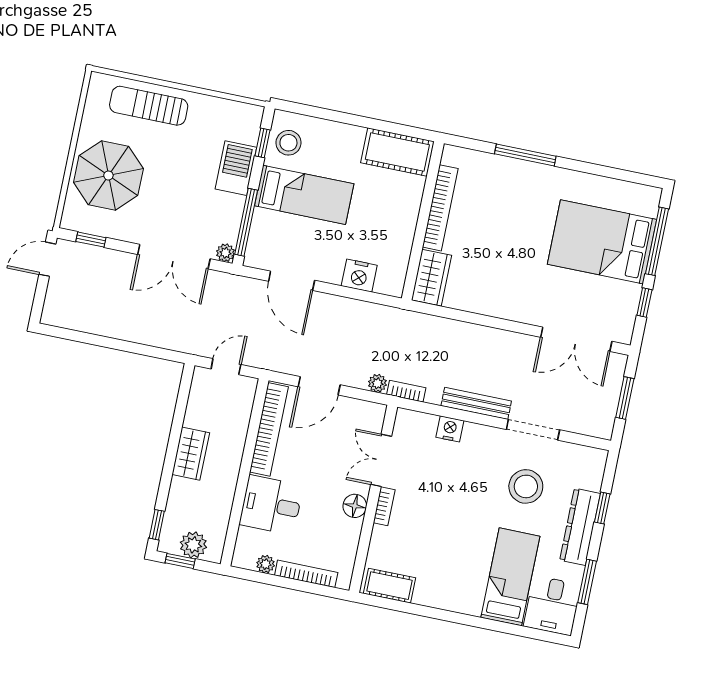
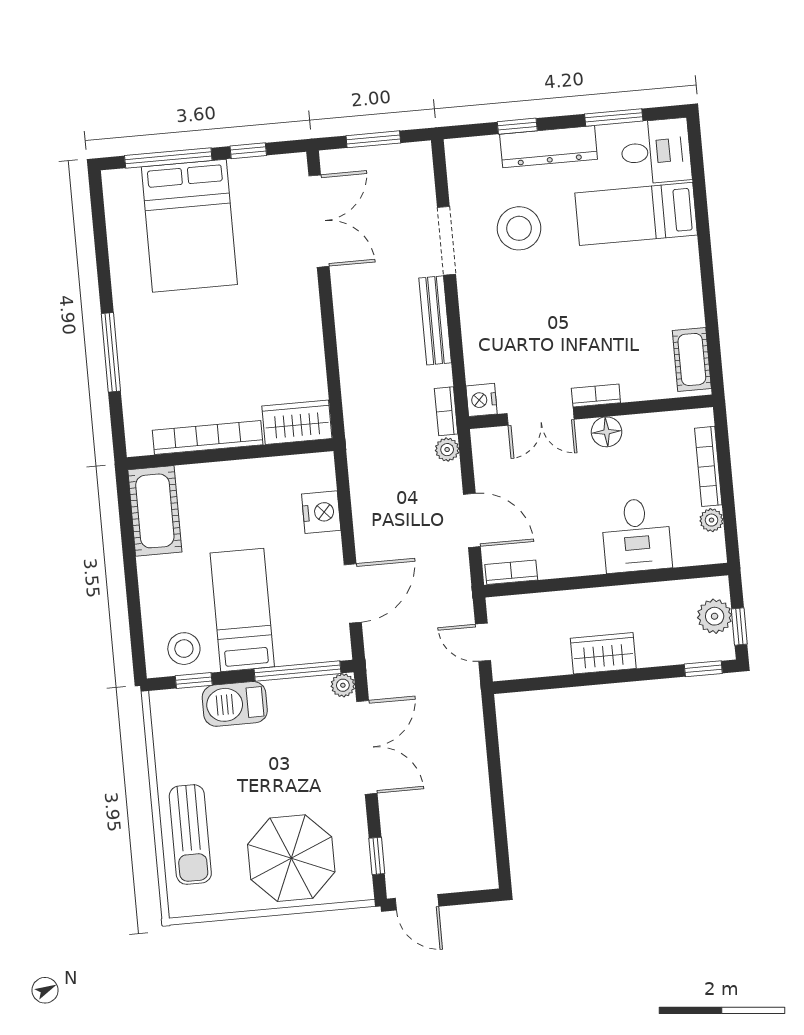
bookcase: (269, 429) -> (511, 572), width x0.43, depth x0.76
nightstand: (450, 429) -> (482, 400), moved

